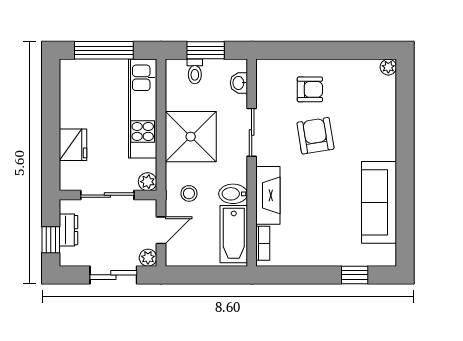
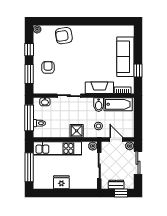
window: (206, 50) -> (29, 118), width x1.44
window: (296, 50) -> (29, 74), added
window: (347, 50) -> (29, 50), added
armchair: (315, 136) -> (64, 36), moved
shower: (191, 137) -> (77, 131), width x0.54, depth x0.54
fridge: (73, 145) -> (61, 182), moved
sofa: (379, 202) -> (125, 57), moved, turned 90
window: (355, 275) -> (138, 71), moved

